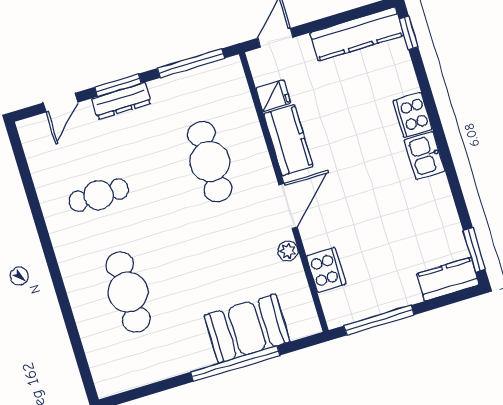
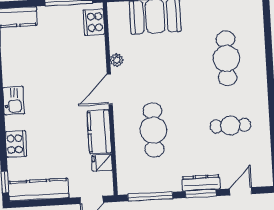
cooker: (412, 115) -> (16, 144), moved
cooker: (326, 270) -> (94, 22), moved

